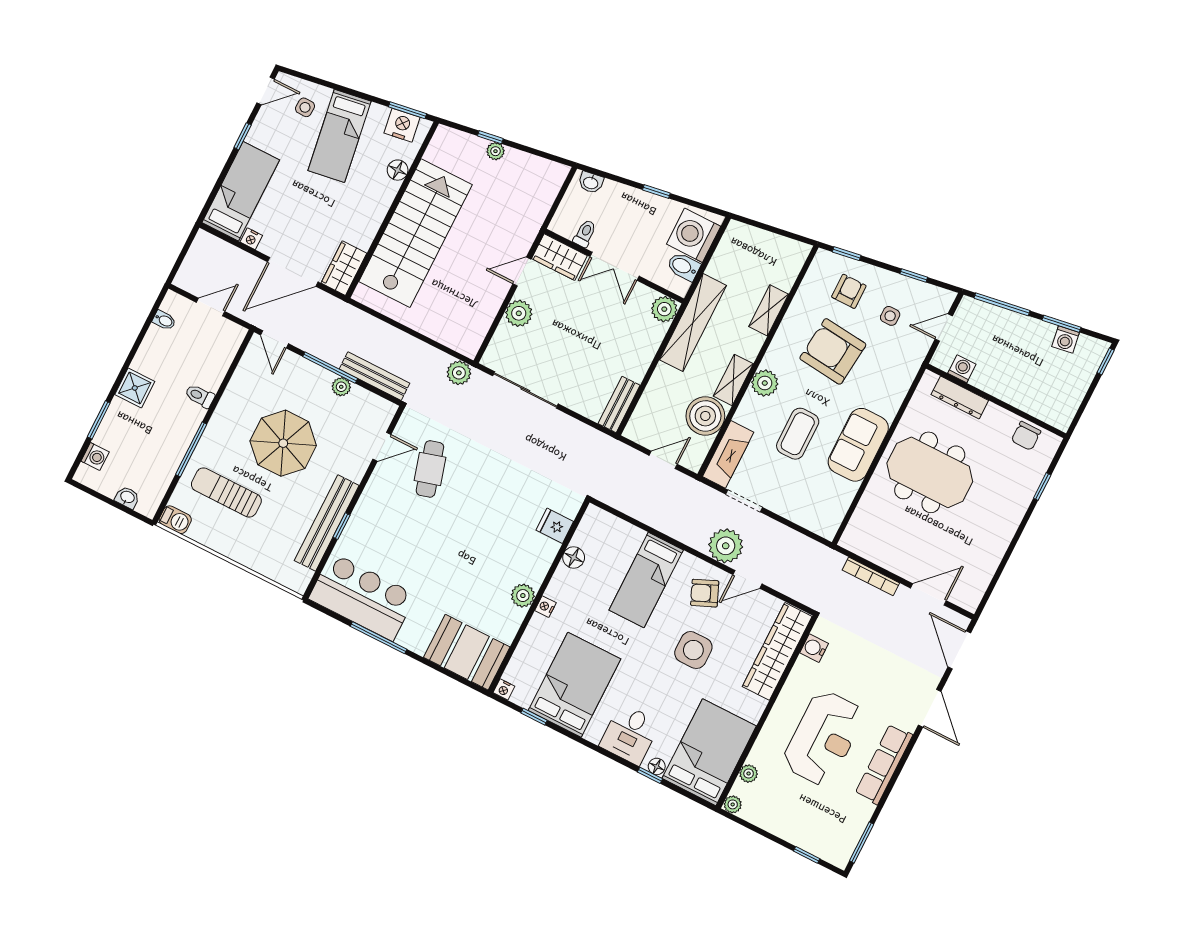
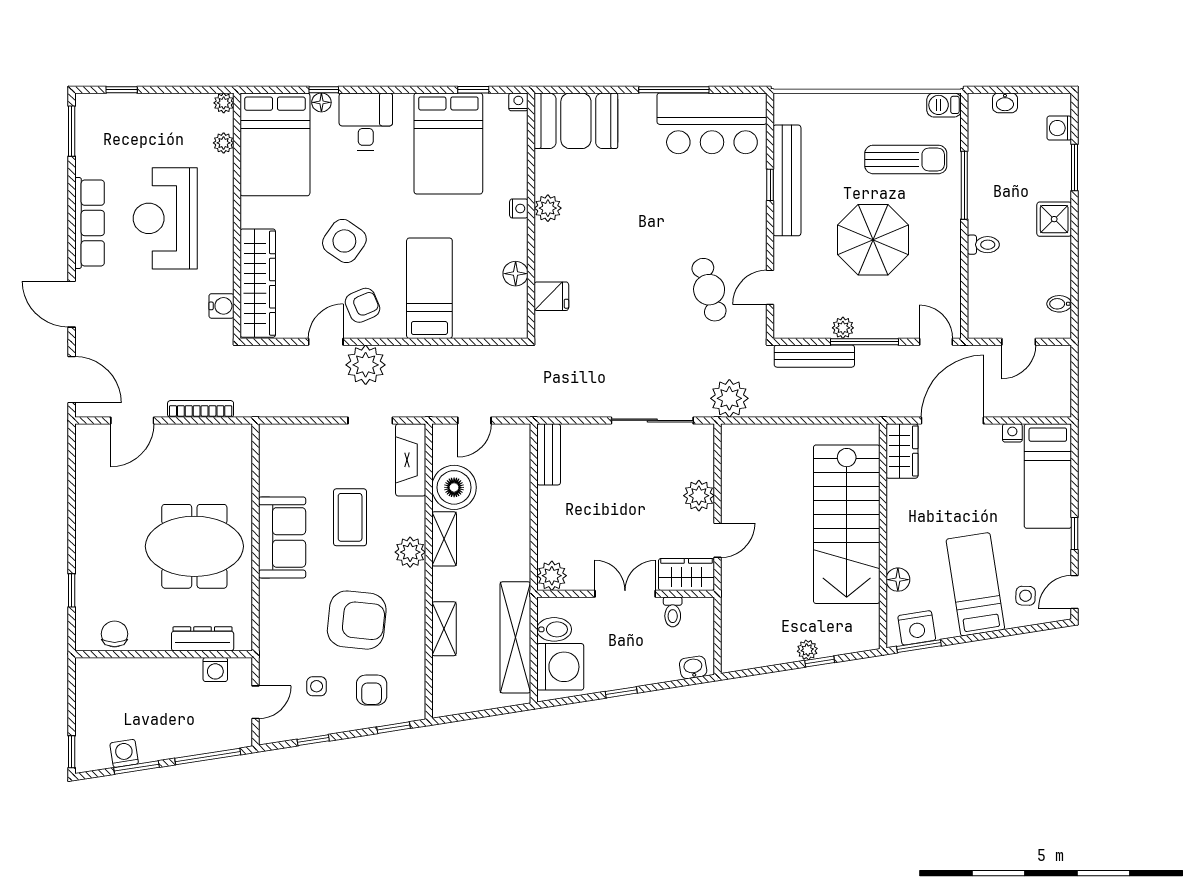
shelving: (693, 323) -> (515, 637), moved
plant: (459, 373) -> (729, 398), width x1.36, depth x1.36
side table: (693, 650) -> (344, 241), turned 35

